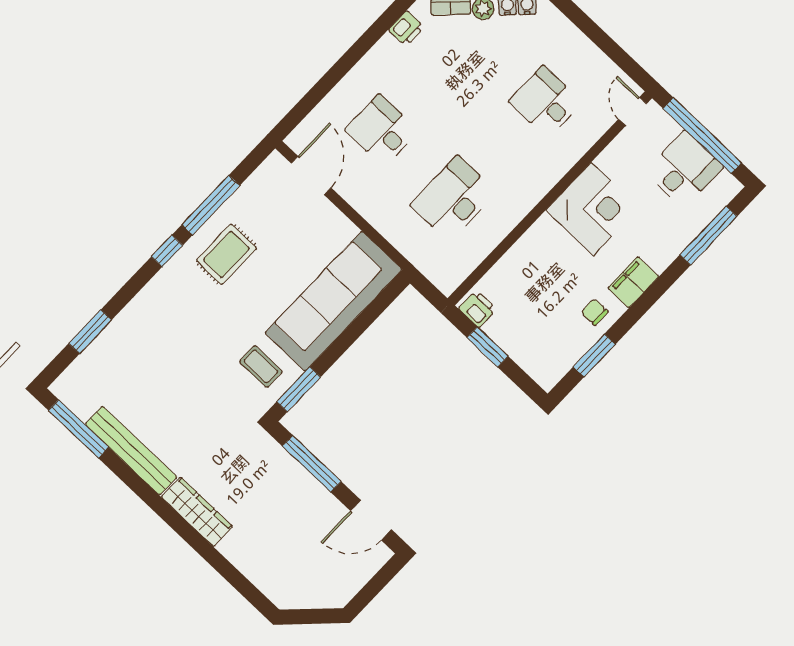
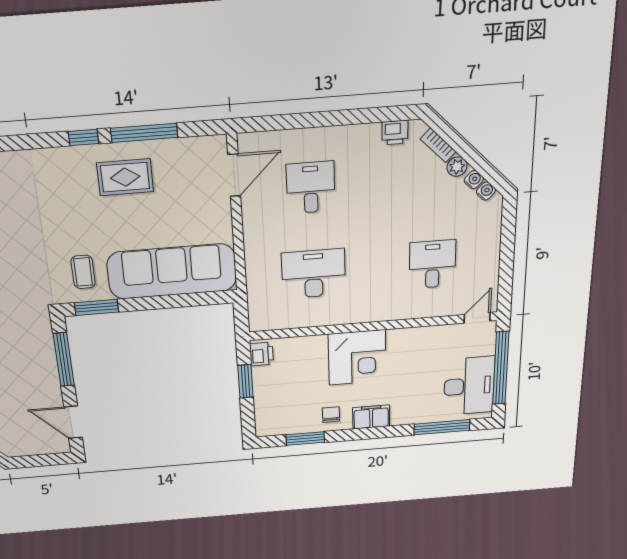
desk: (684, 169) -> (469, 386), width x1.37
corner desk: (592, 209) -> (357, 357), moved

